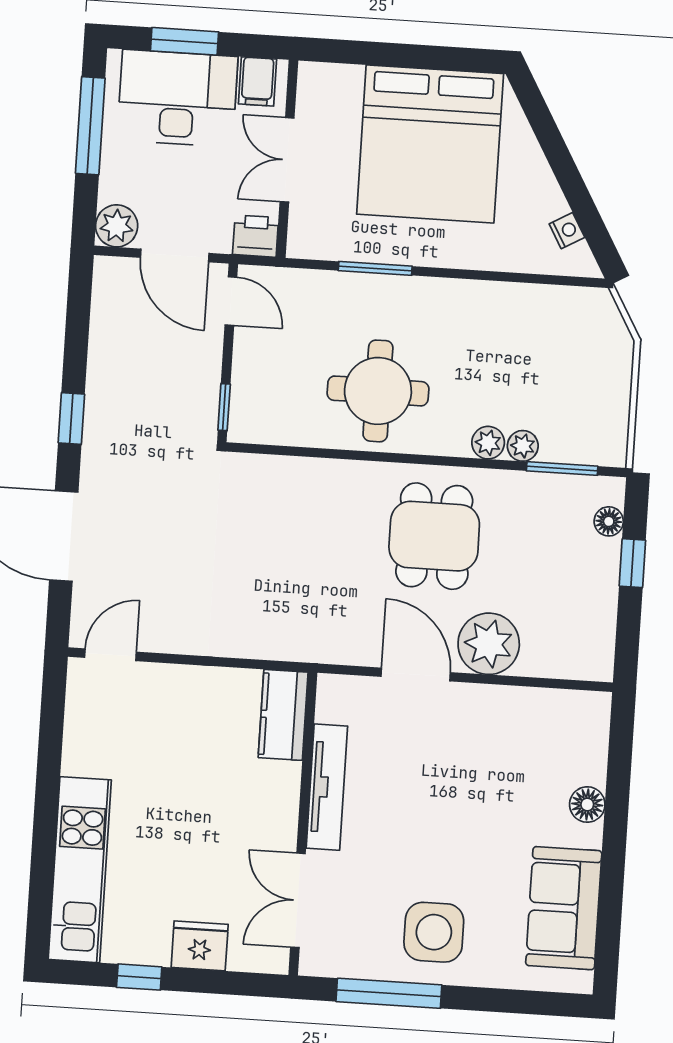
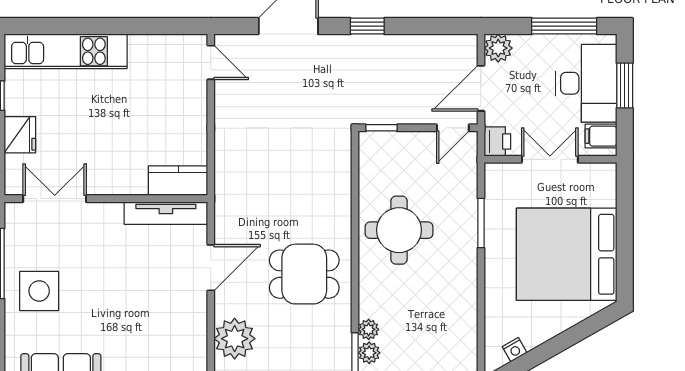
plant: (488, 443) -> (369, 353), moved
plant: (489, 644) -> (235, 339), moved
tv unit: (327, 787) -> (166, 213), moved

